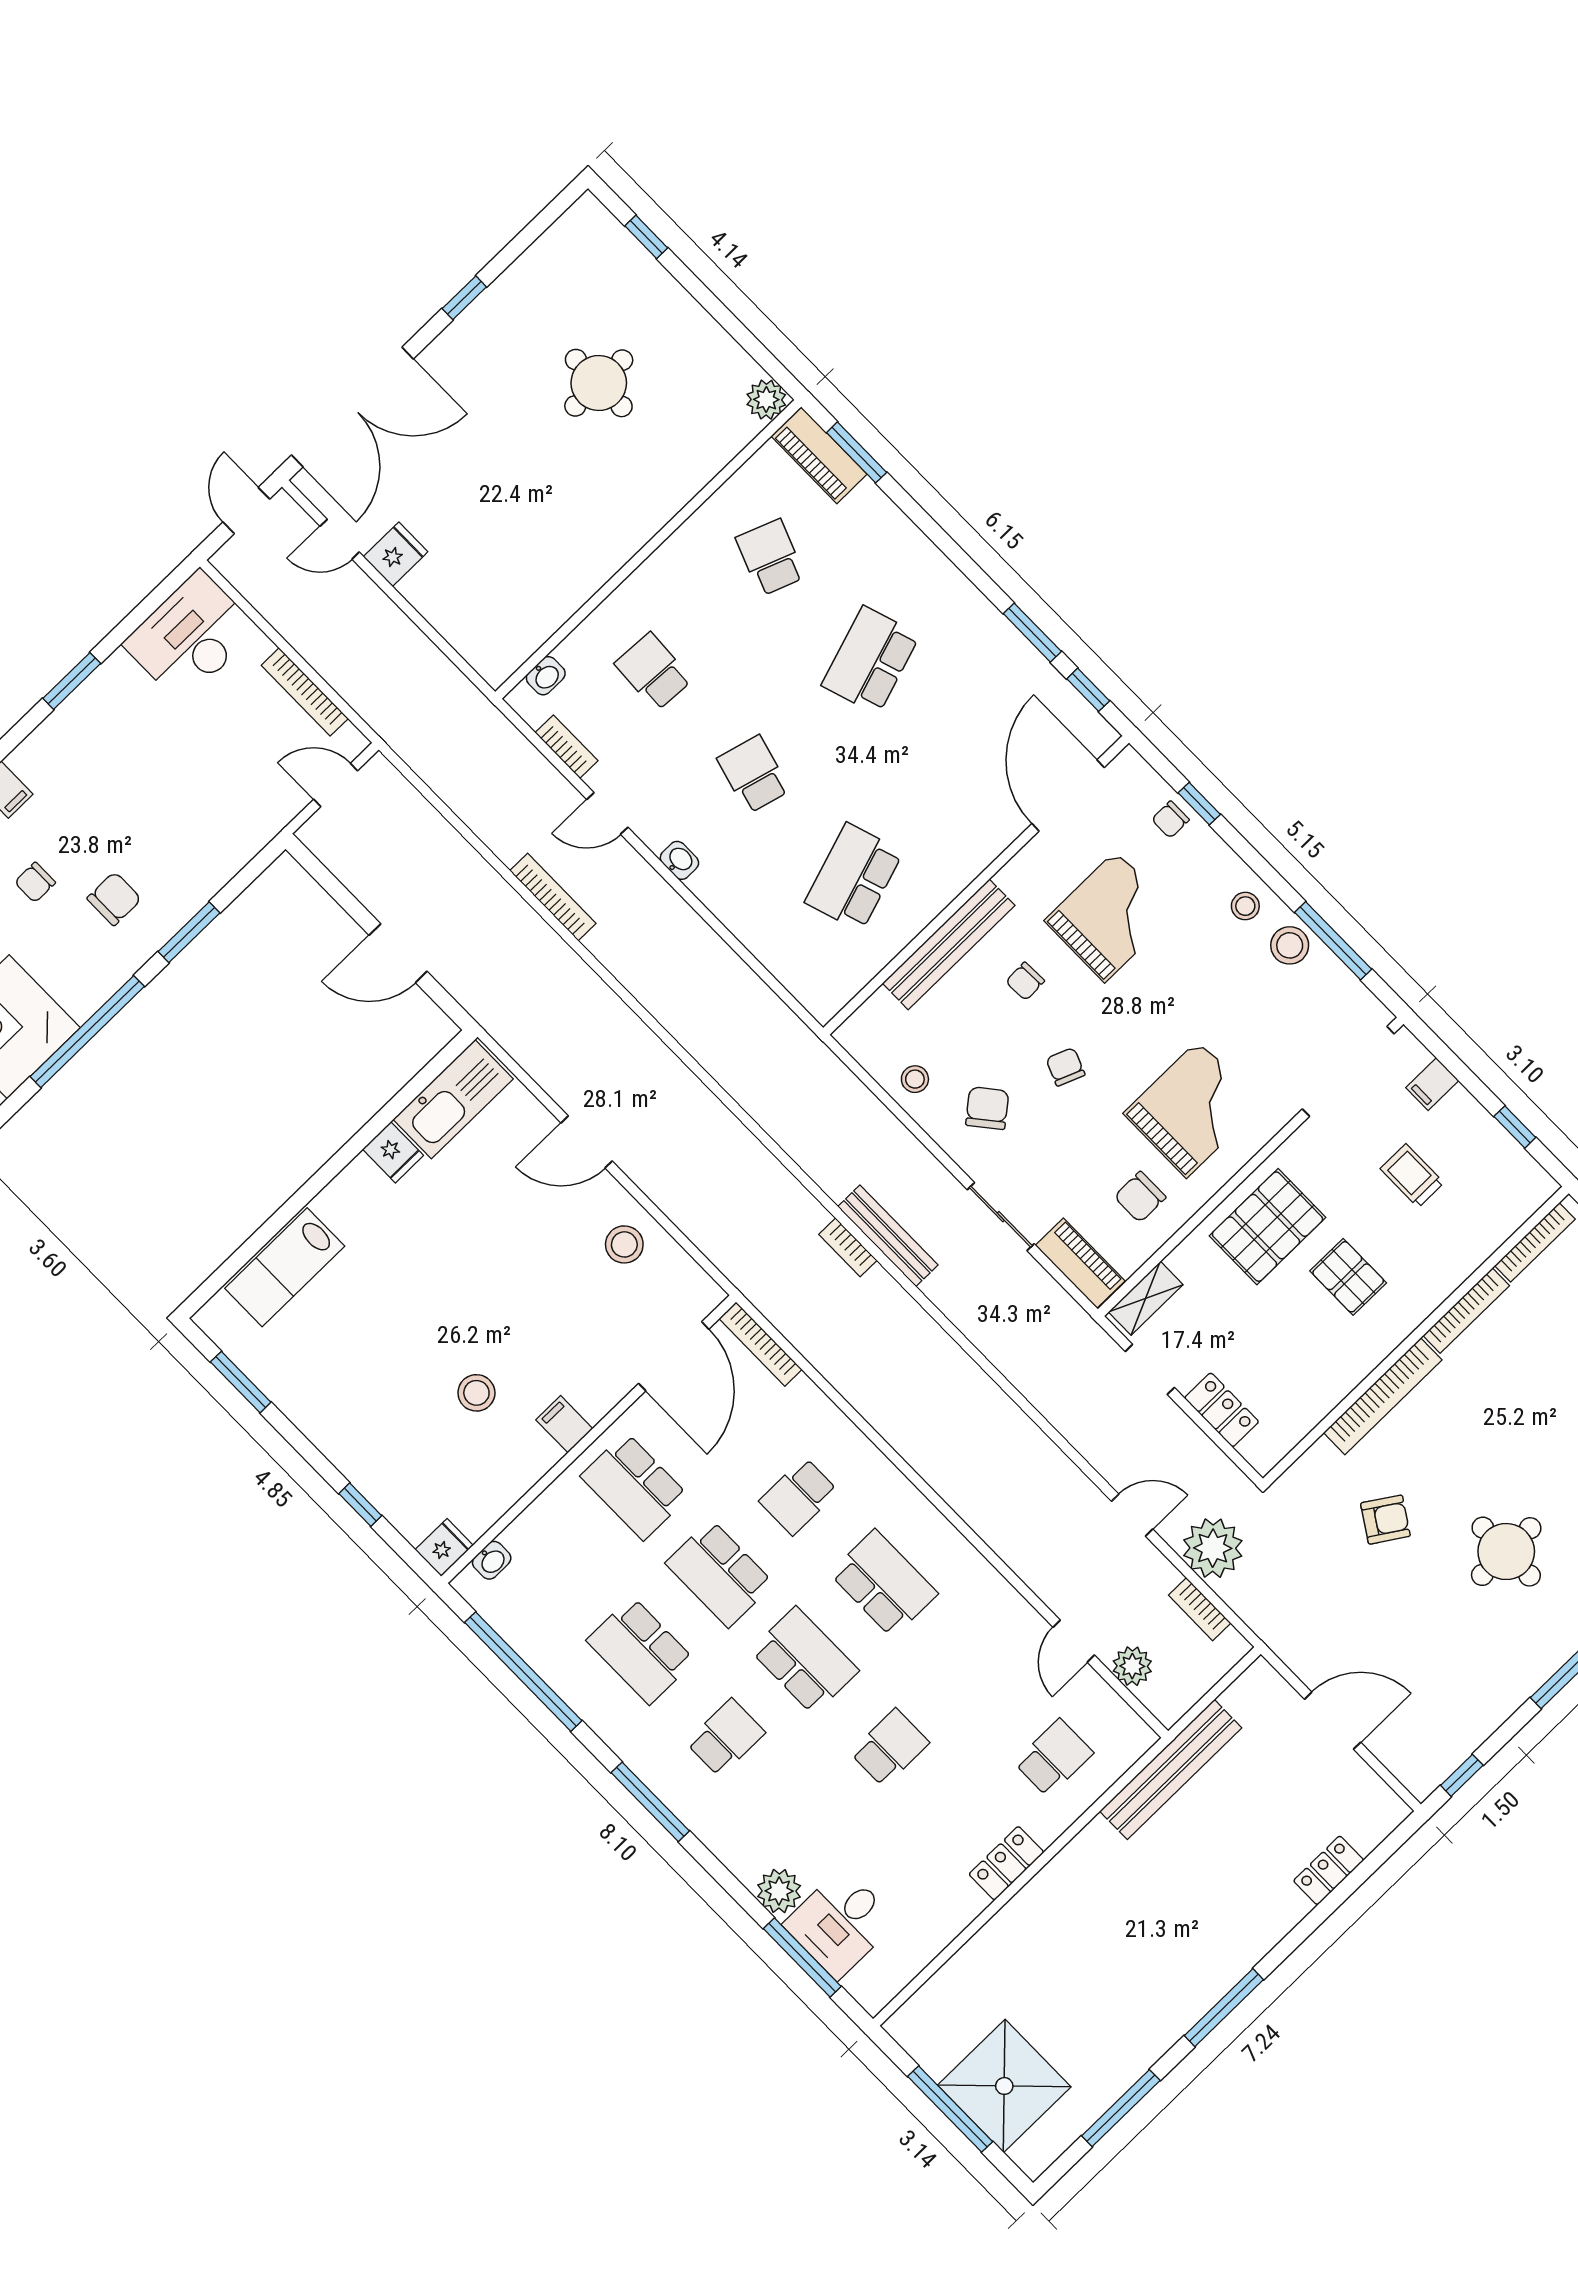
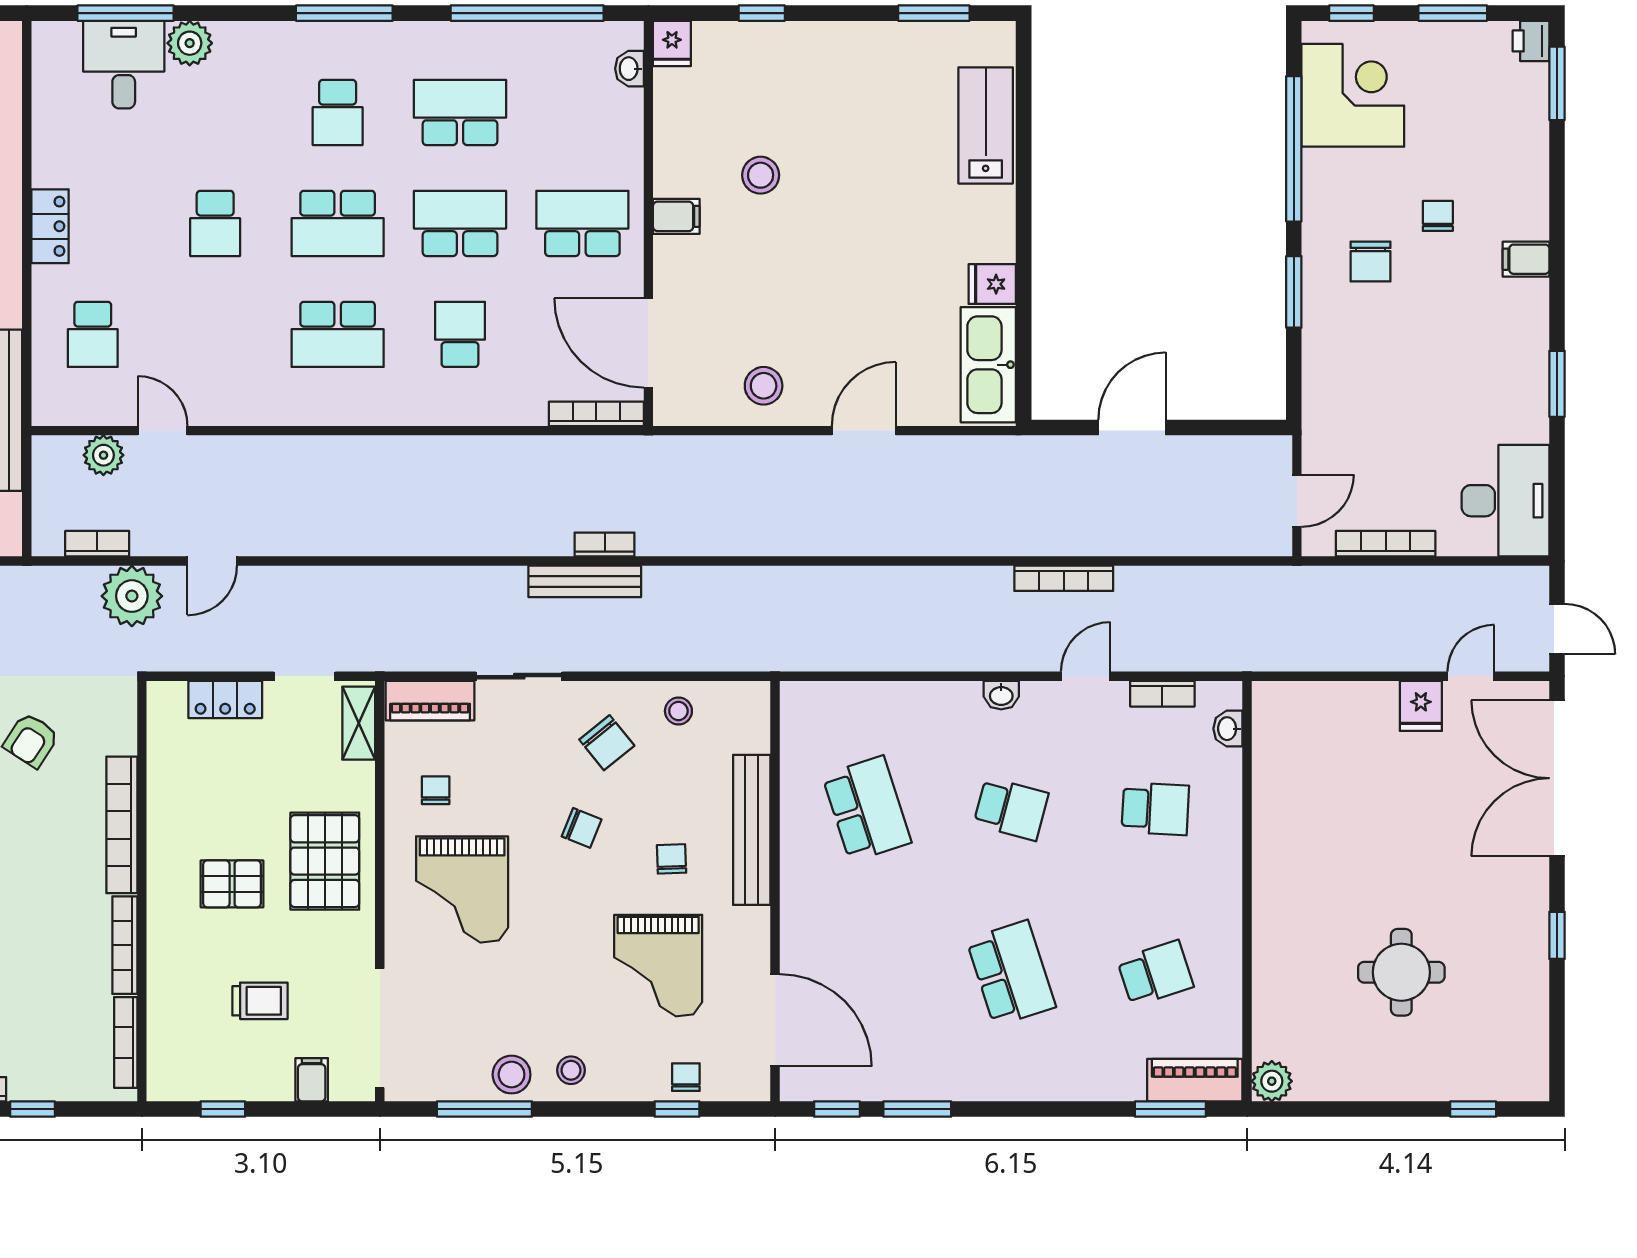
school desk: (770, 557) -> (1155, 973), turned -39
chair: (1140, 1197) -> (436, 790), width x0.73, depth x0.73

